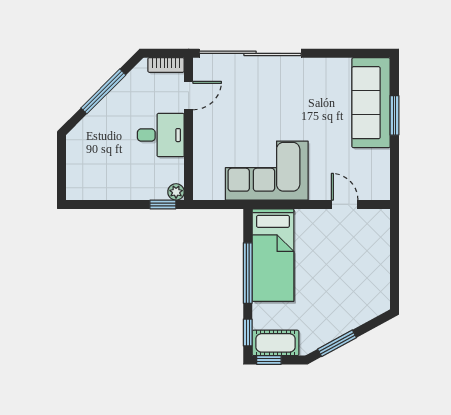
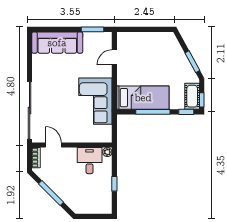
window: (394, 115) -> (93, 29), moved
desk: (161, 135) -> (90, 161), moved
window: (163, 204) -> (114, 184), moved

